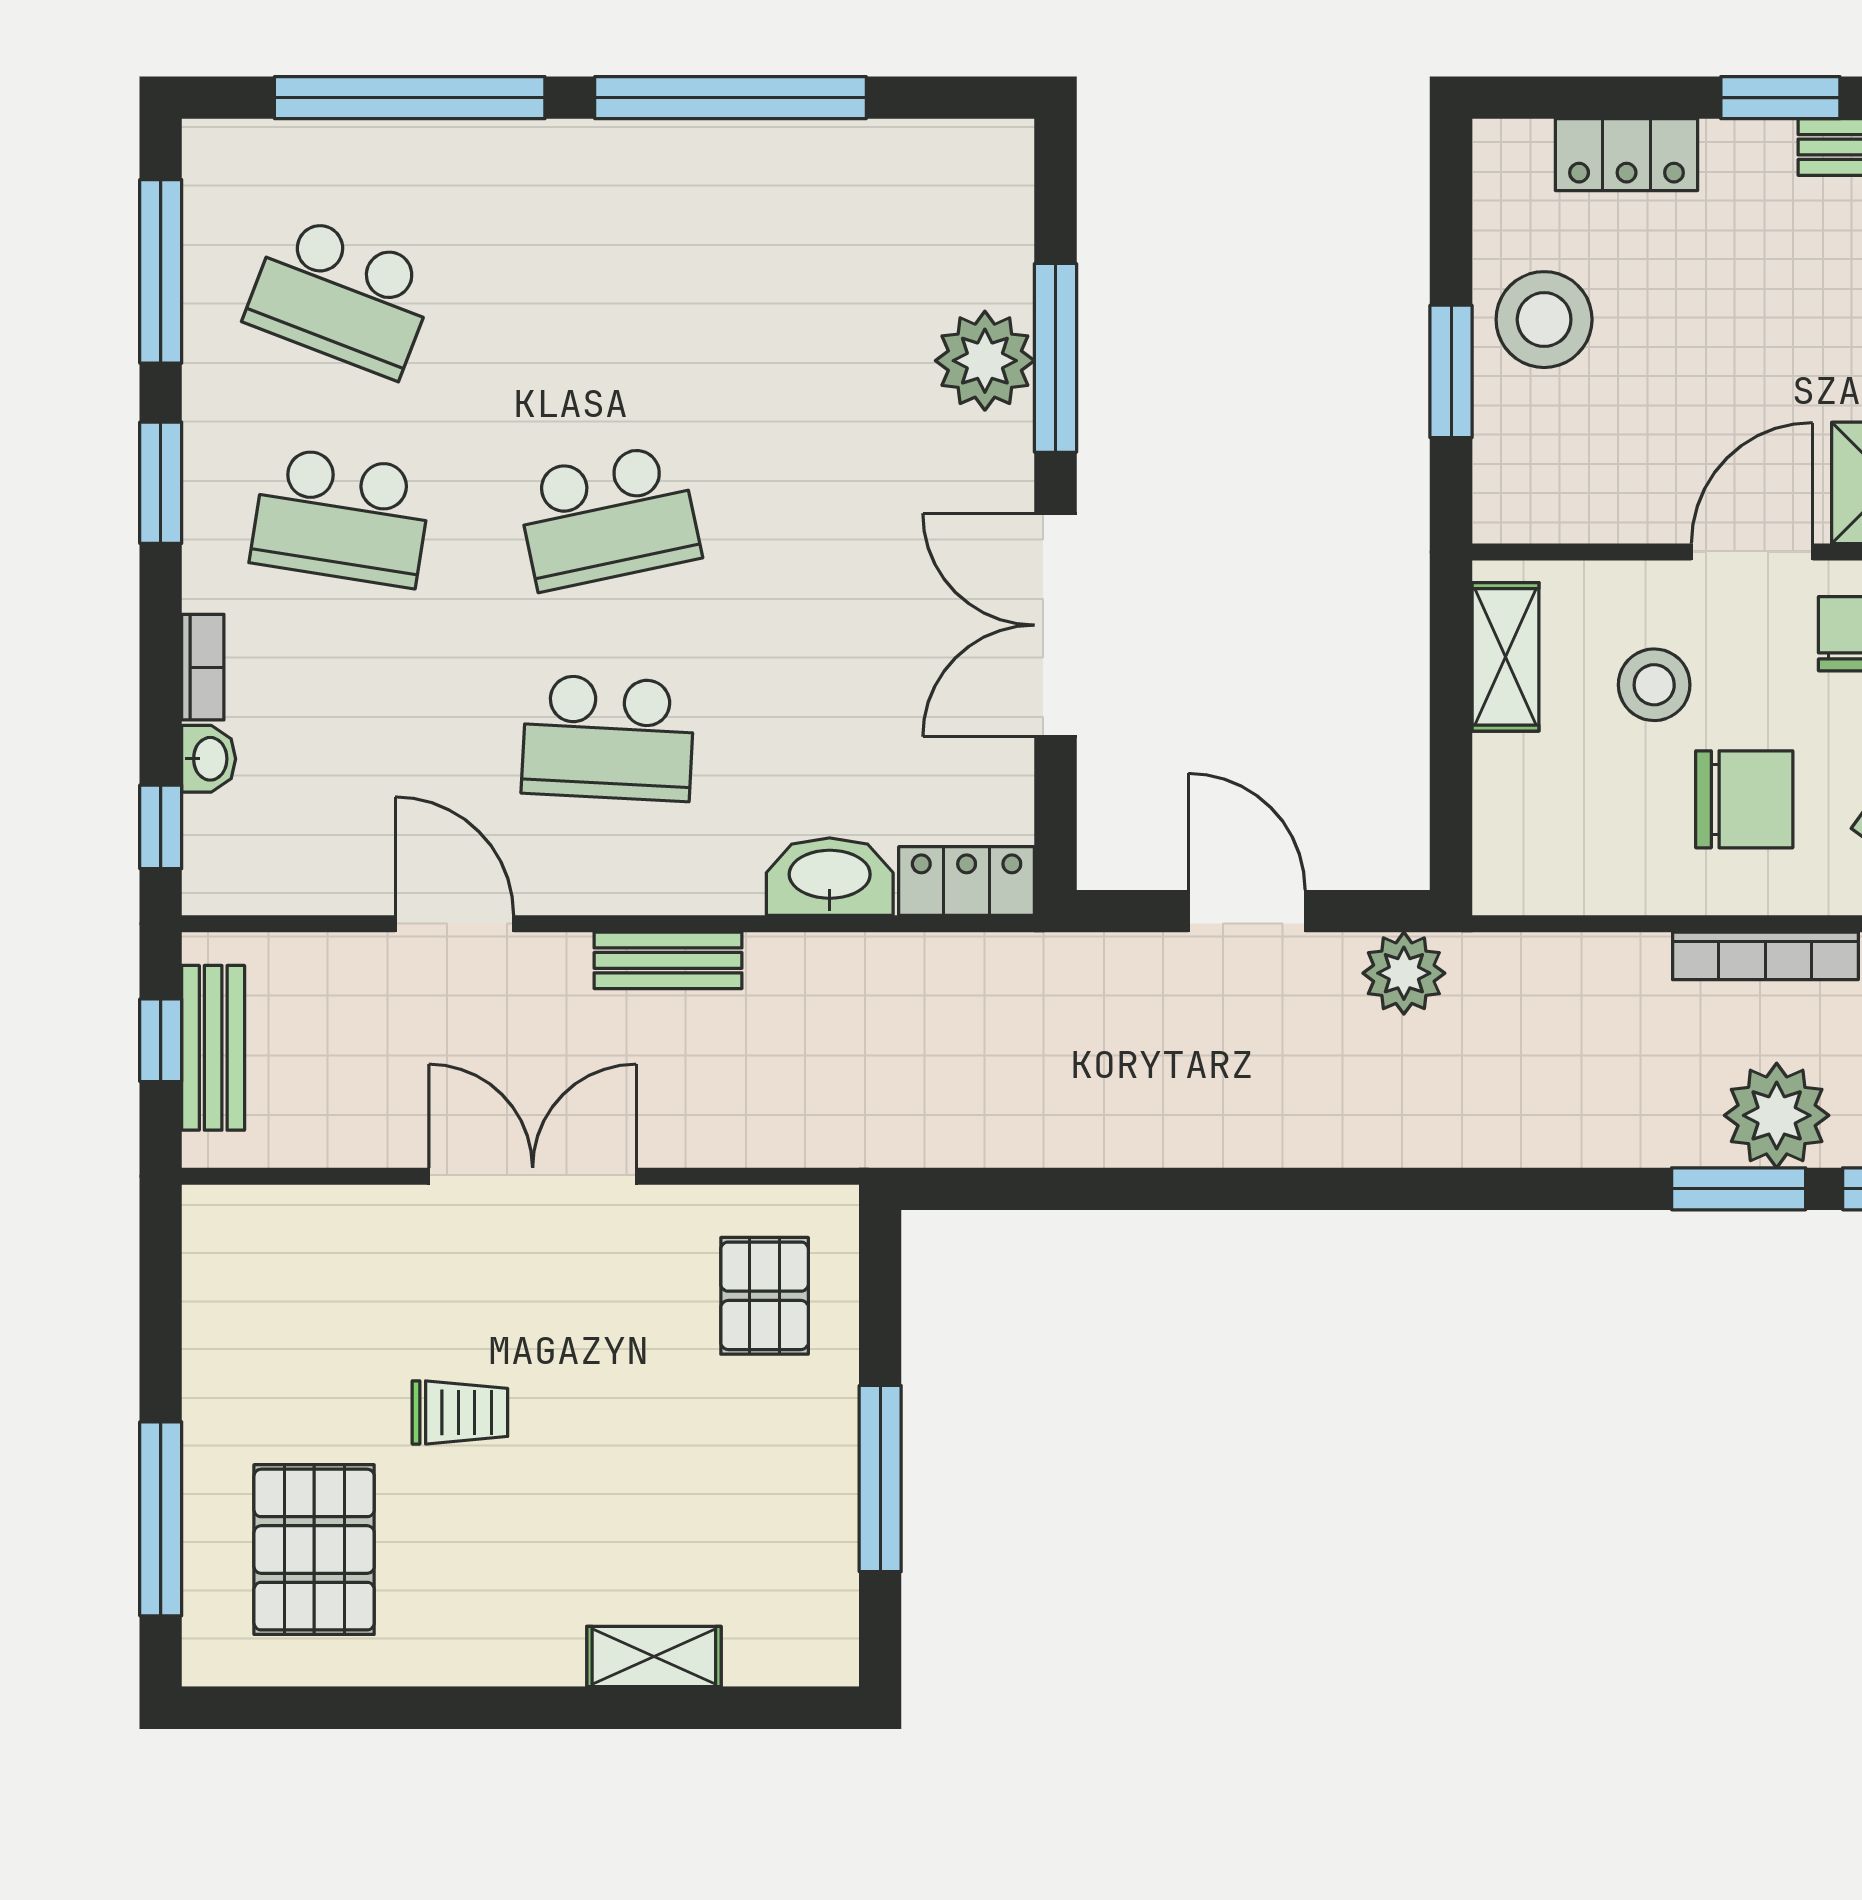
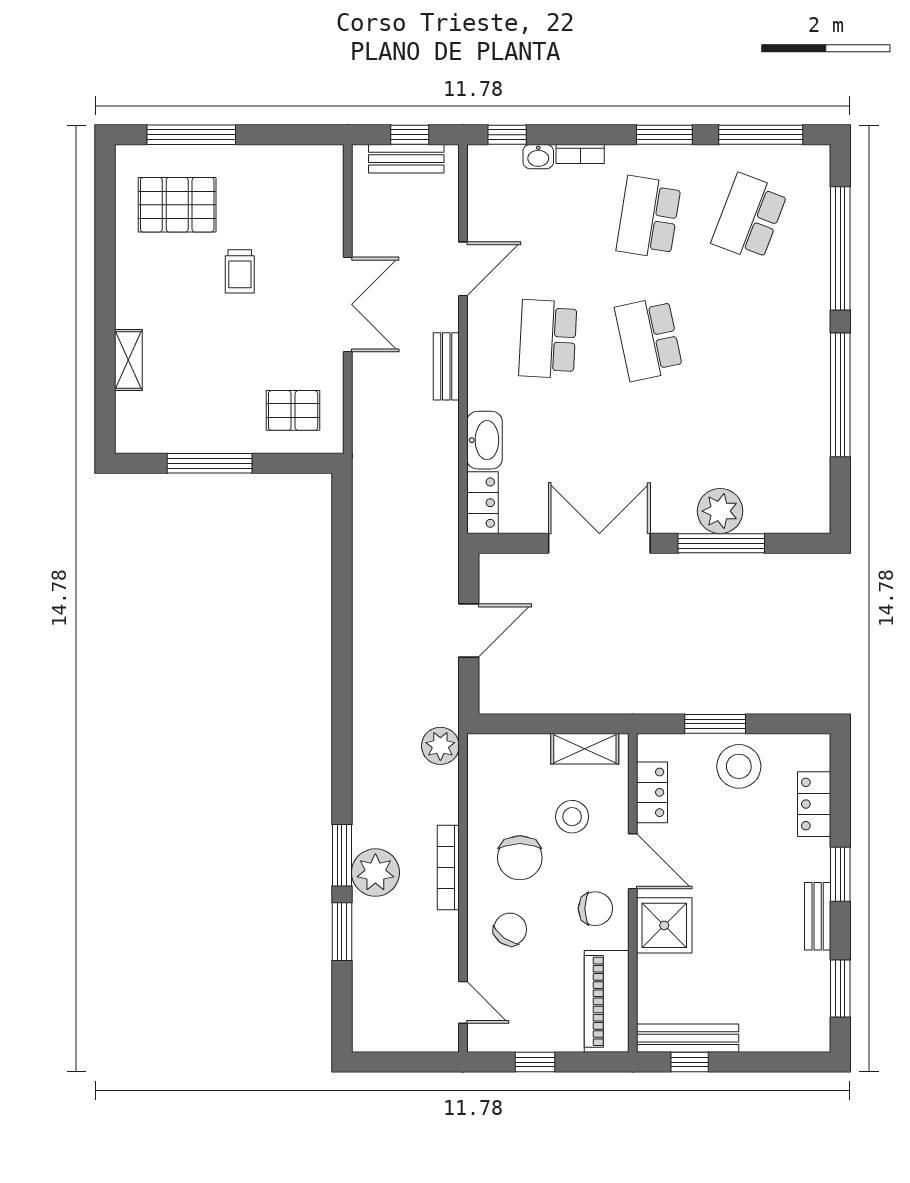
locker: (1601, 510) -> (652, 792), added
plant: (1404, 973) -> (440, 746), moved

